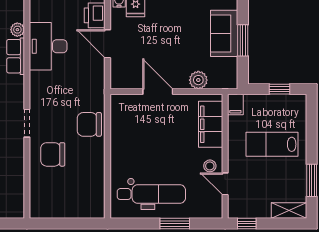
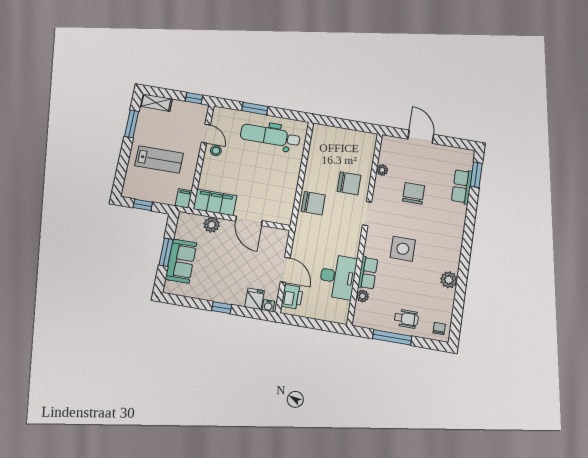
filing cabinet: (211, 124) -> (215, 202), moved, turned -90
plant: (18, 177) -> (382, 170), added

